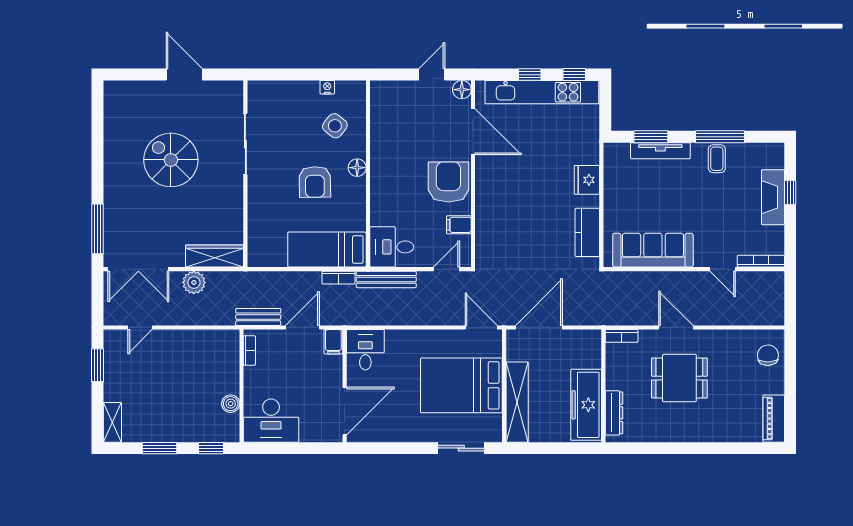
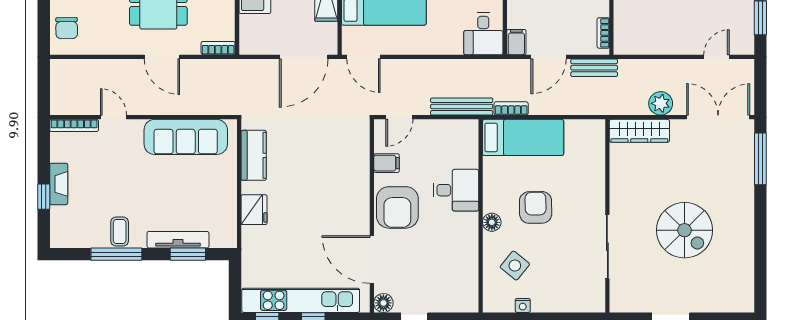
fireplace: (773, 197) -> (59, 184), width x0.73, depth x0.76
desk: (392, 247) -> (456, 190), moved

